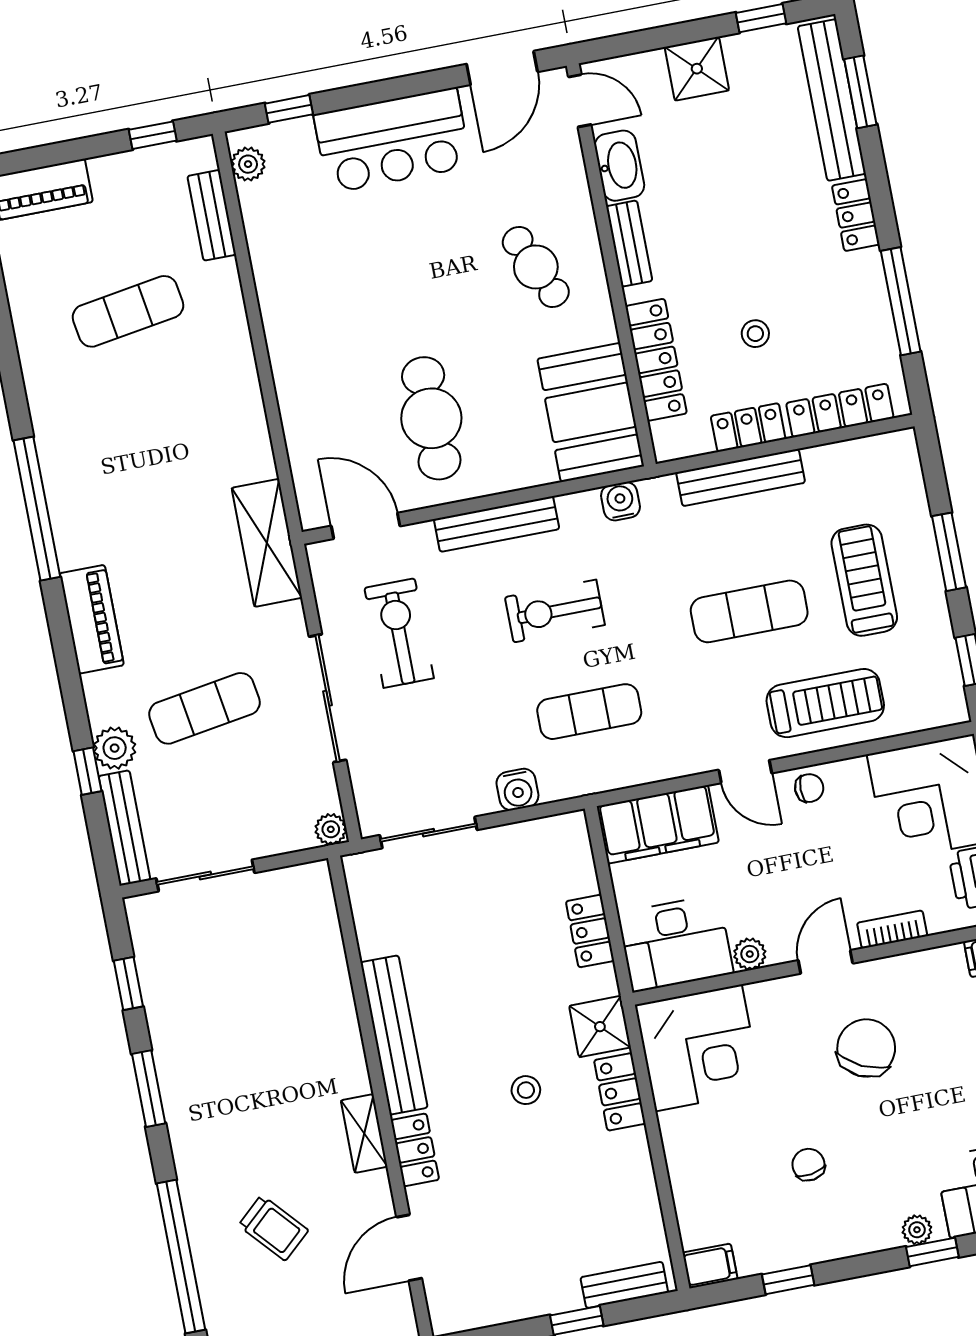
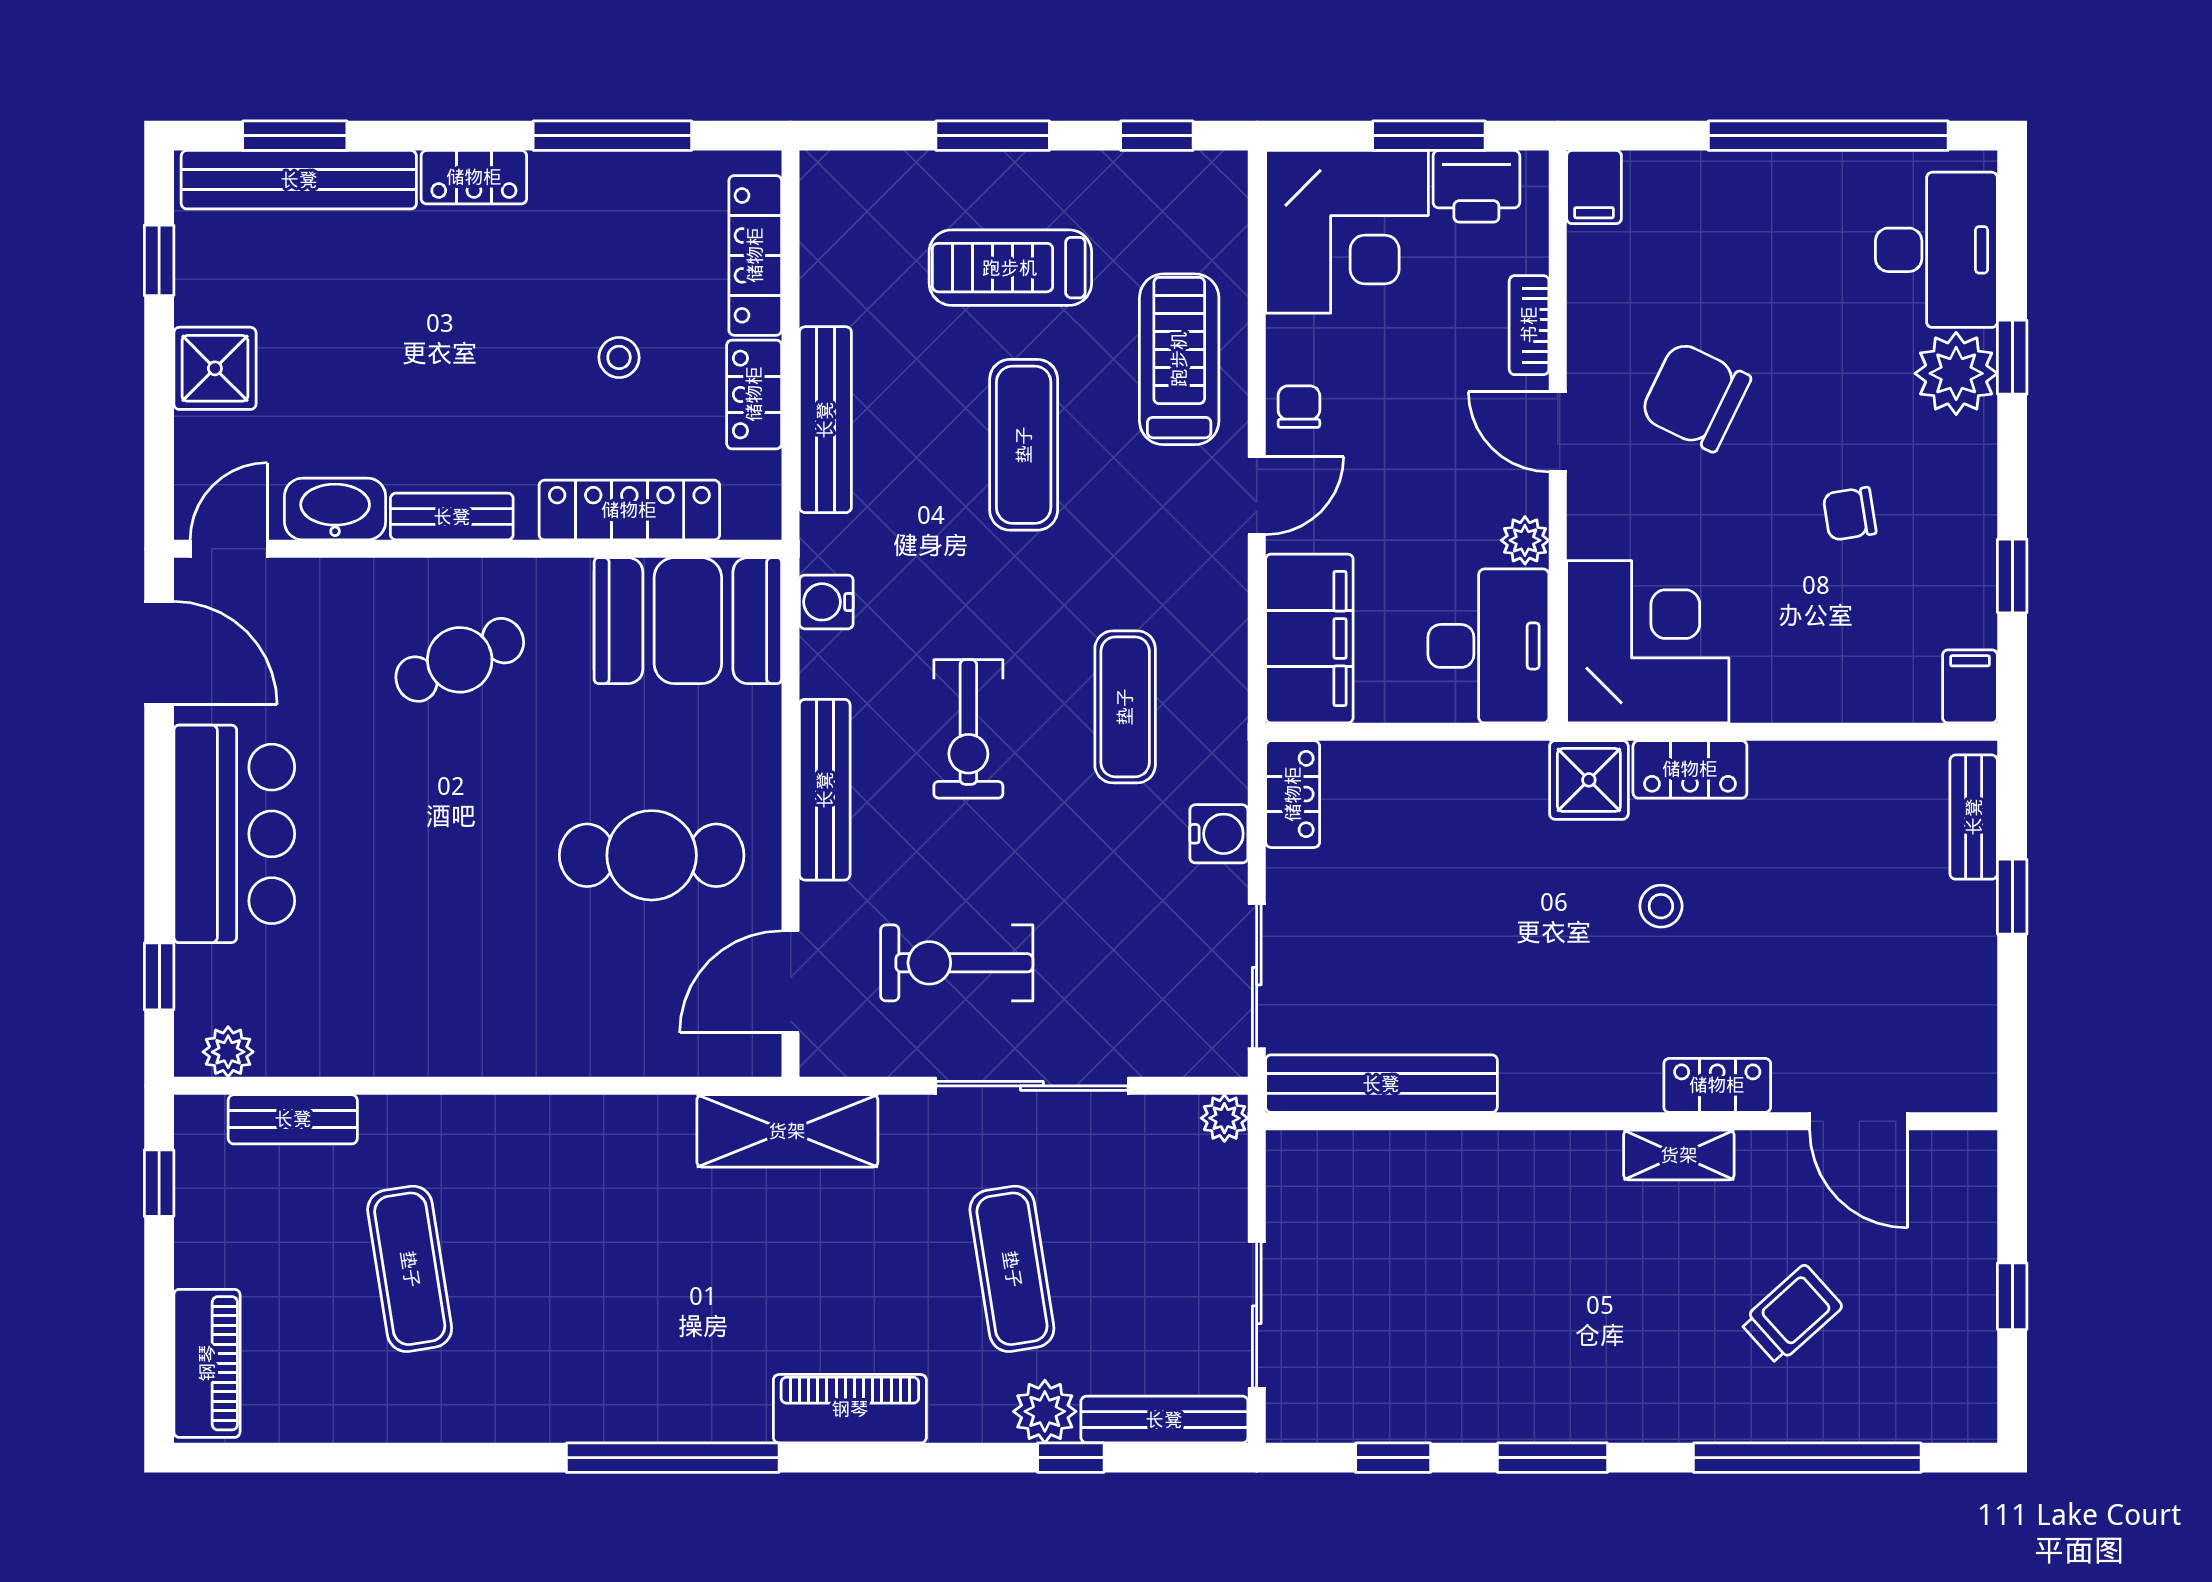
locker: (590, 931) -> (1293, 794), moved, turned -90
bench: (394, 1035) -> (1381, 1084), moved
plant: (917, 1230) -> (1956, 373), width x1.88, depth x1.88

